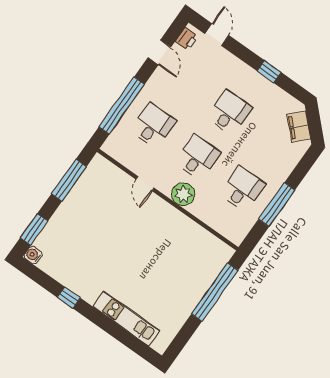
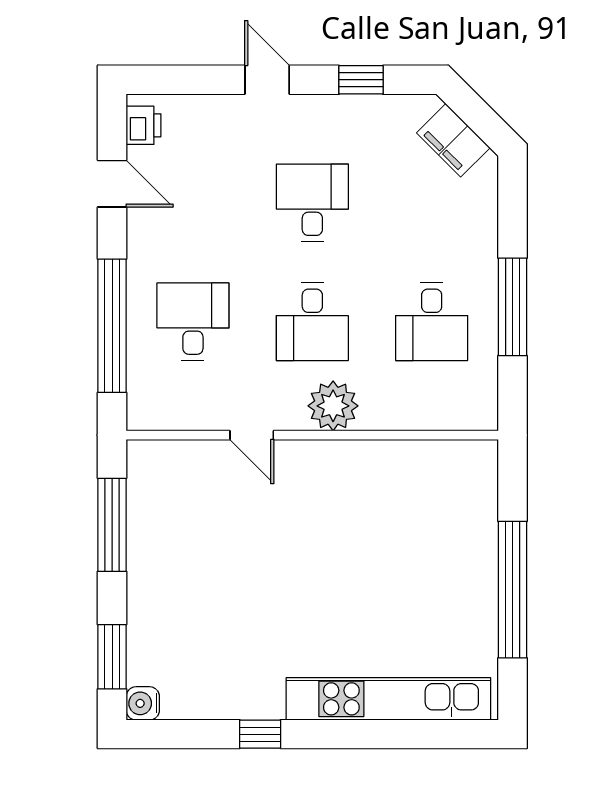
door: (217, 35) -> (267, 80), moved
window: (269, 72) -> (361, 80), moved
desk: (198, 157) -> (312, 322), turned 180
desk: (242, 189) -> (432, 322), turned 180
window: (215, 292) -> (513, 590), moved
kitchen unit: (126, 319) -> (388, 699), width x1.36

